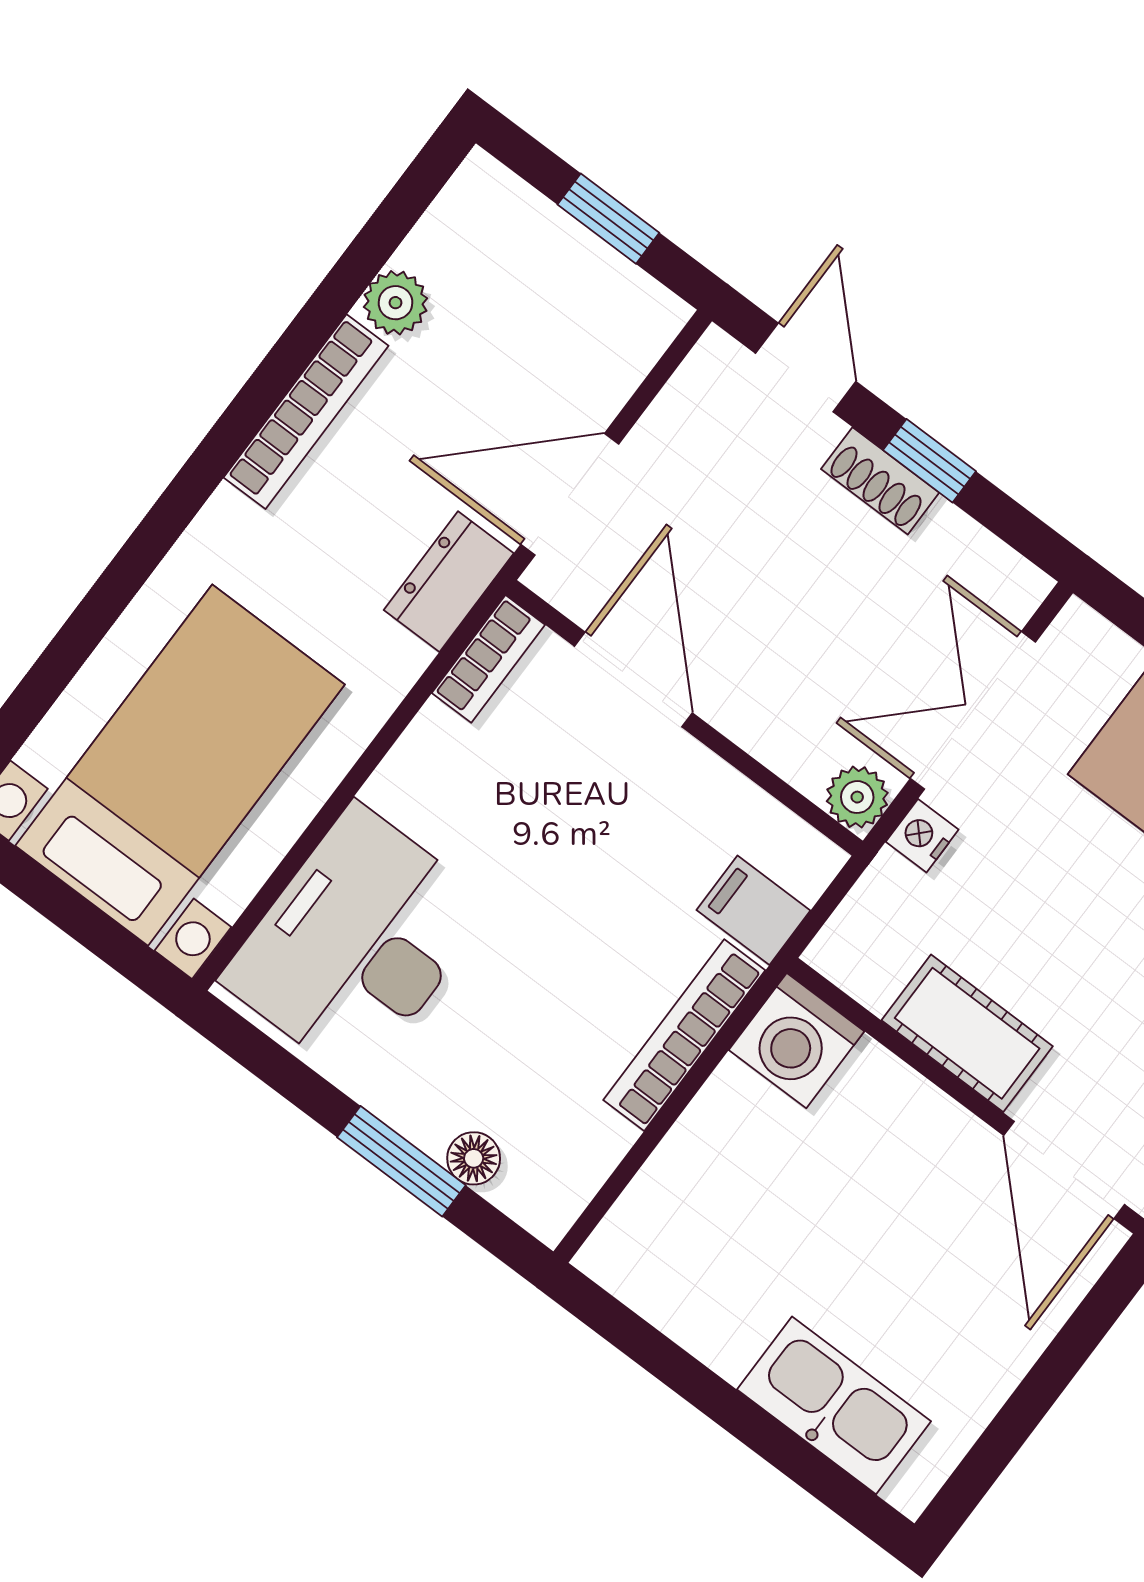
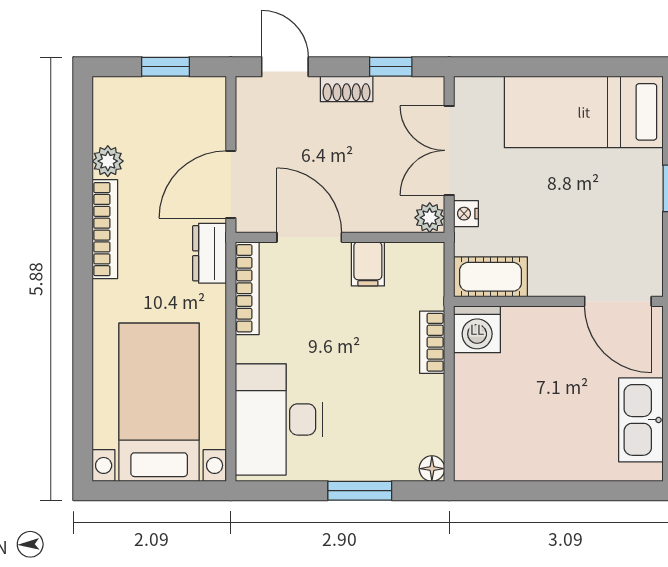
window: (930, 461) -> (391, 67), moved
bookcase: (488, 659) -> (247, 288), width x1.56
filing cabinet: (753, 910) -> (368, 264), moved, turned -90
cot: (967, 1033) -> (491, 277), moved
bookcase: (684, 1035) -> (432, 342), width x0.64
floor lamp: (474, 1158) -> (432, 469), moved
kitchen sink: (834, 1405) -> (641, 420), moved, turned -90

